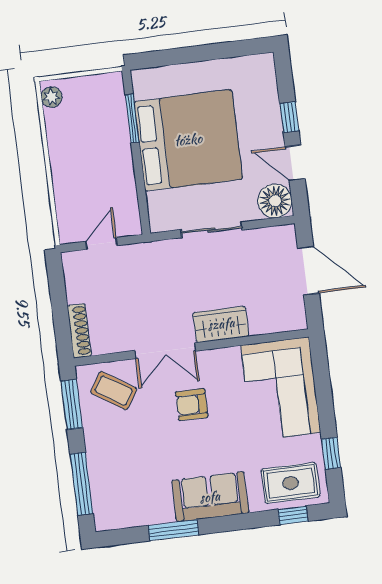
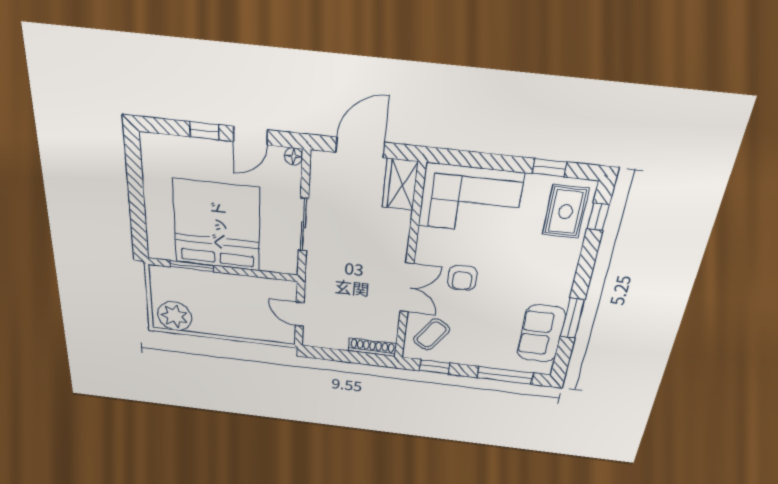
plant: (52, 97) -> (175, 316), width x1.88, depth x1.88
floor lamp: (275, 201) -> (293, 156), width x0.53, depth x0.53
wardrobe: (221, 324) -> (400, 184), moved
window: (72, 404) -> (434, 367), width x0.67
sofa: (210, 497) -> (541, 333), moved

